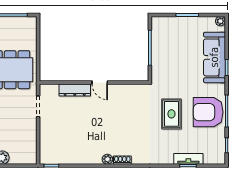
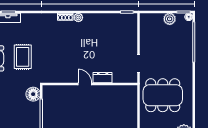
floor lamp: (159, 71) -> (33, 94), added
dresser: (75, 90) -> (103, 78), width x0.70

